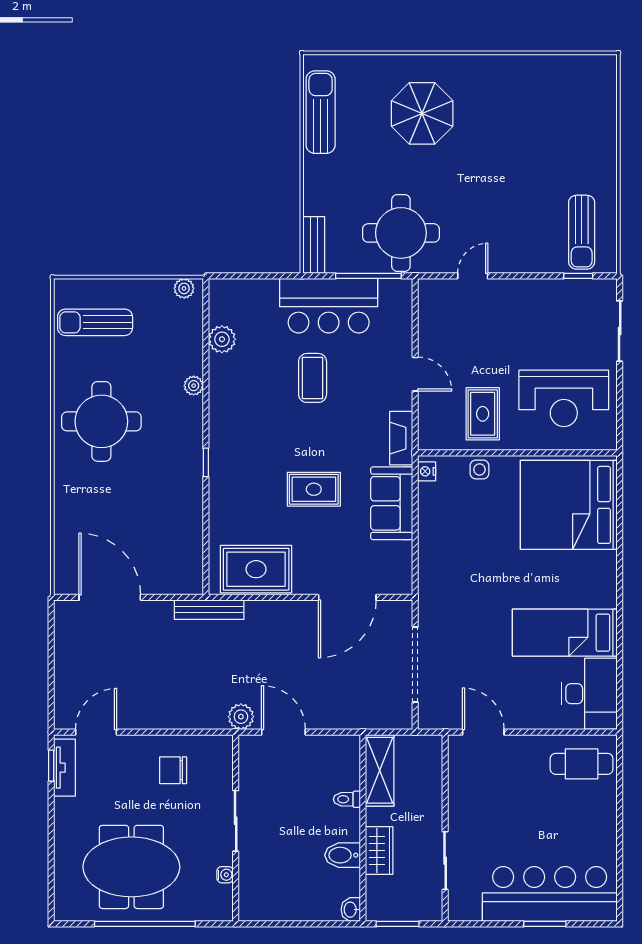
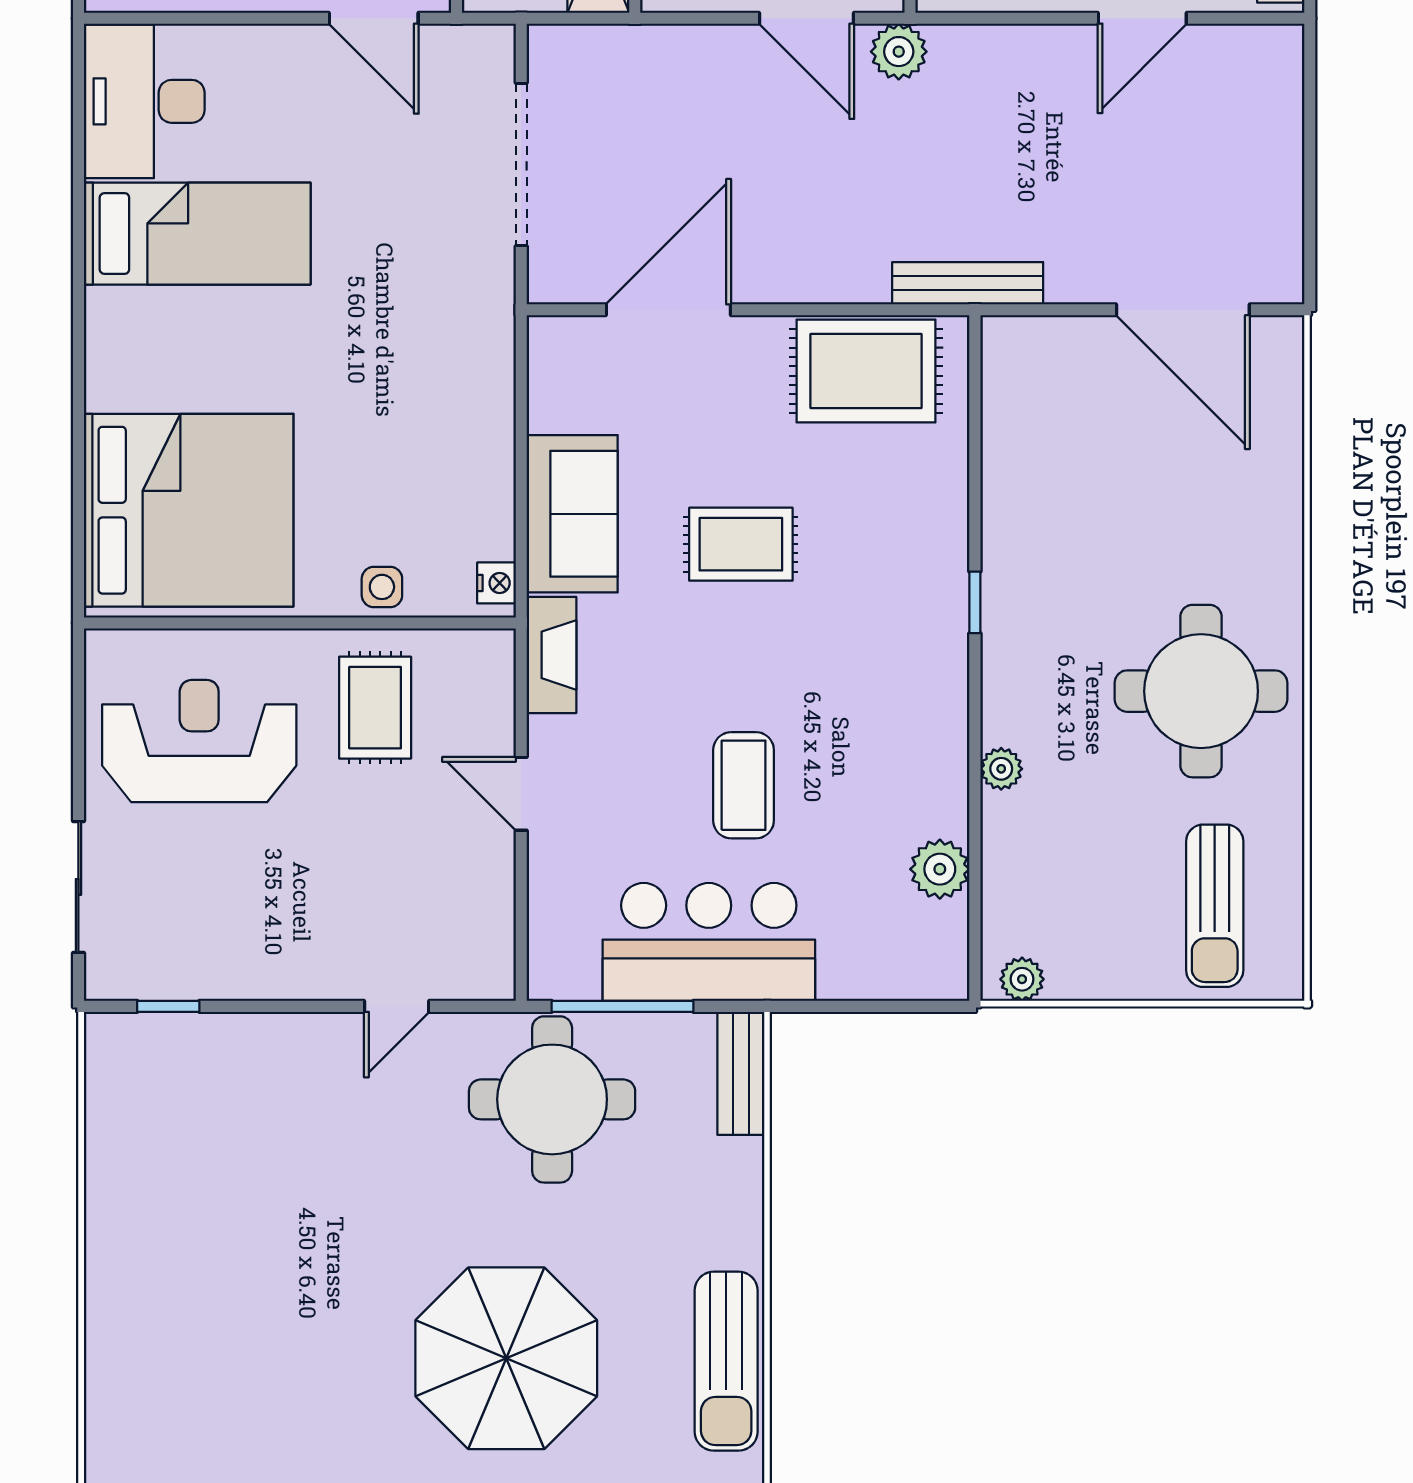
parasol: (422, 113) -> (506, 1358), width x1.36, depth x1.36
sun lounger: (582, 232) -> (161, 1101), removed
sun lounger: (95, 322) -> (1215, 906), turned 90
door: (96, 732) -> (1142, 18), moved

